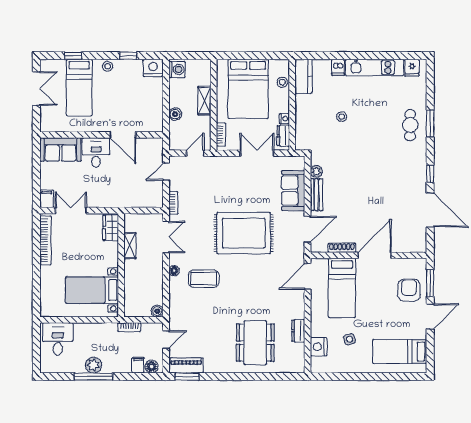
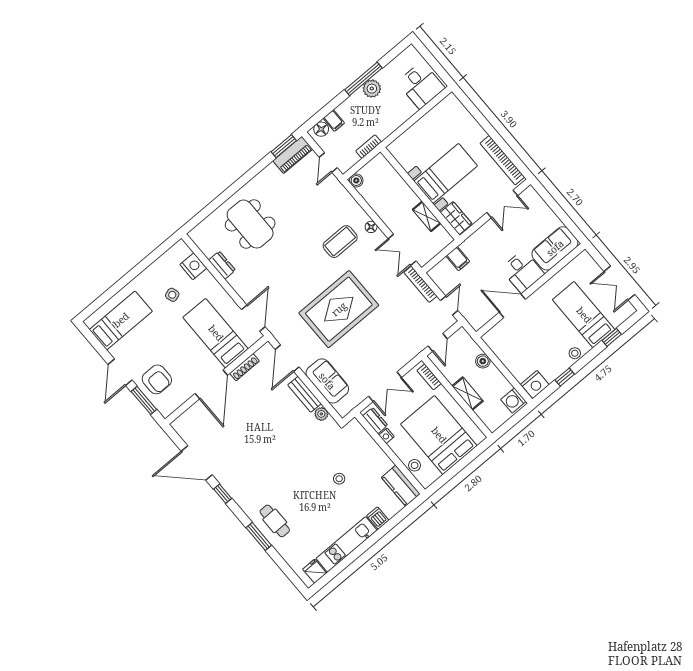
filing cabinet: (47, 199) -> (458, 259), moved
bookcase: (173, 203) -> (420, 284), width x1.56
bed with nightstands: (92, 290) -> (446, 173), moved

